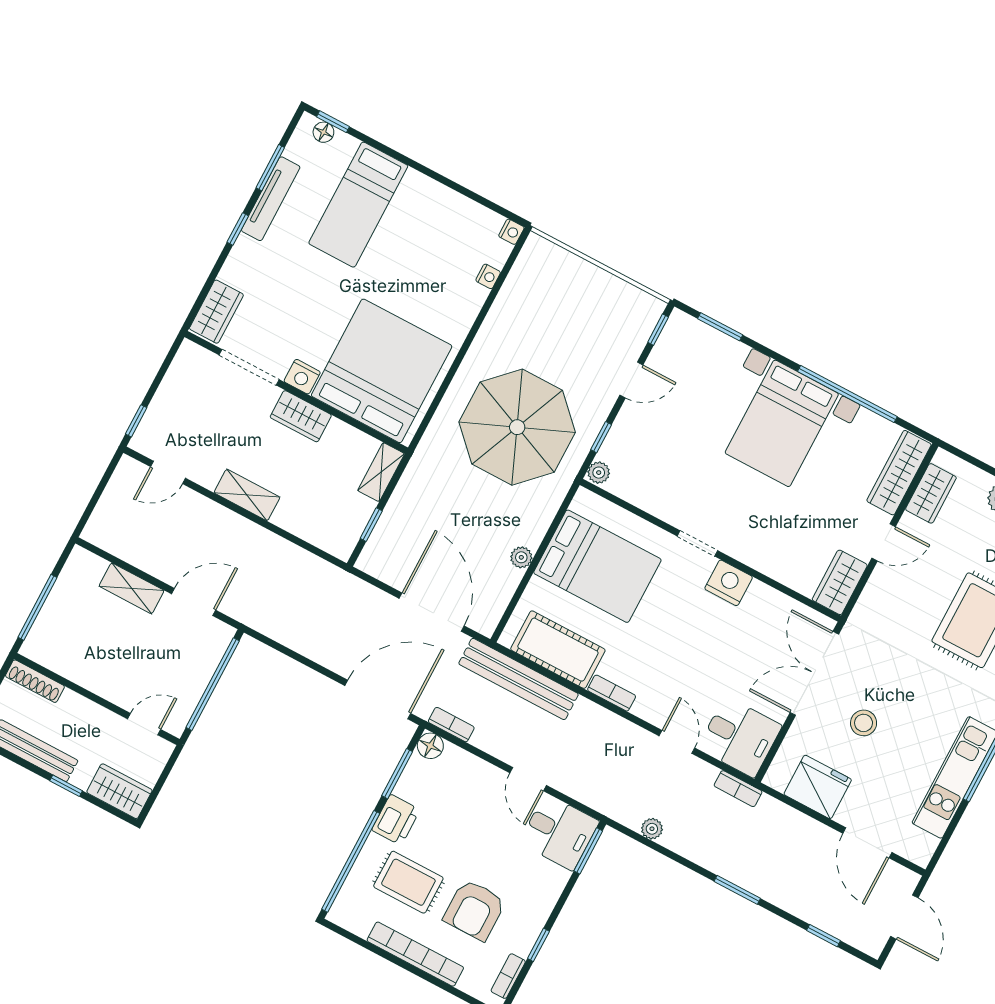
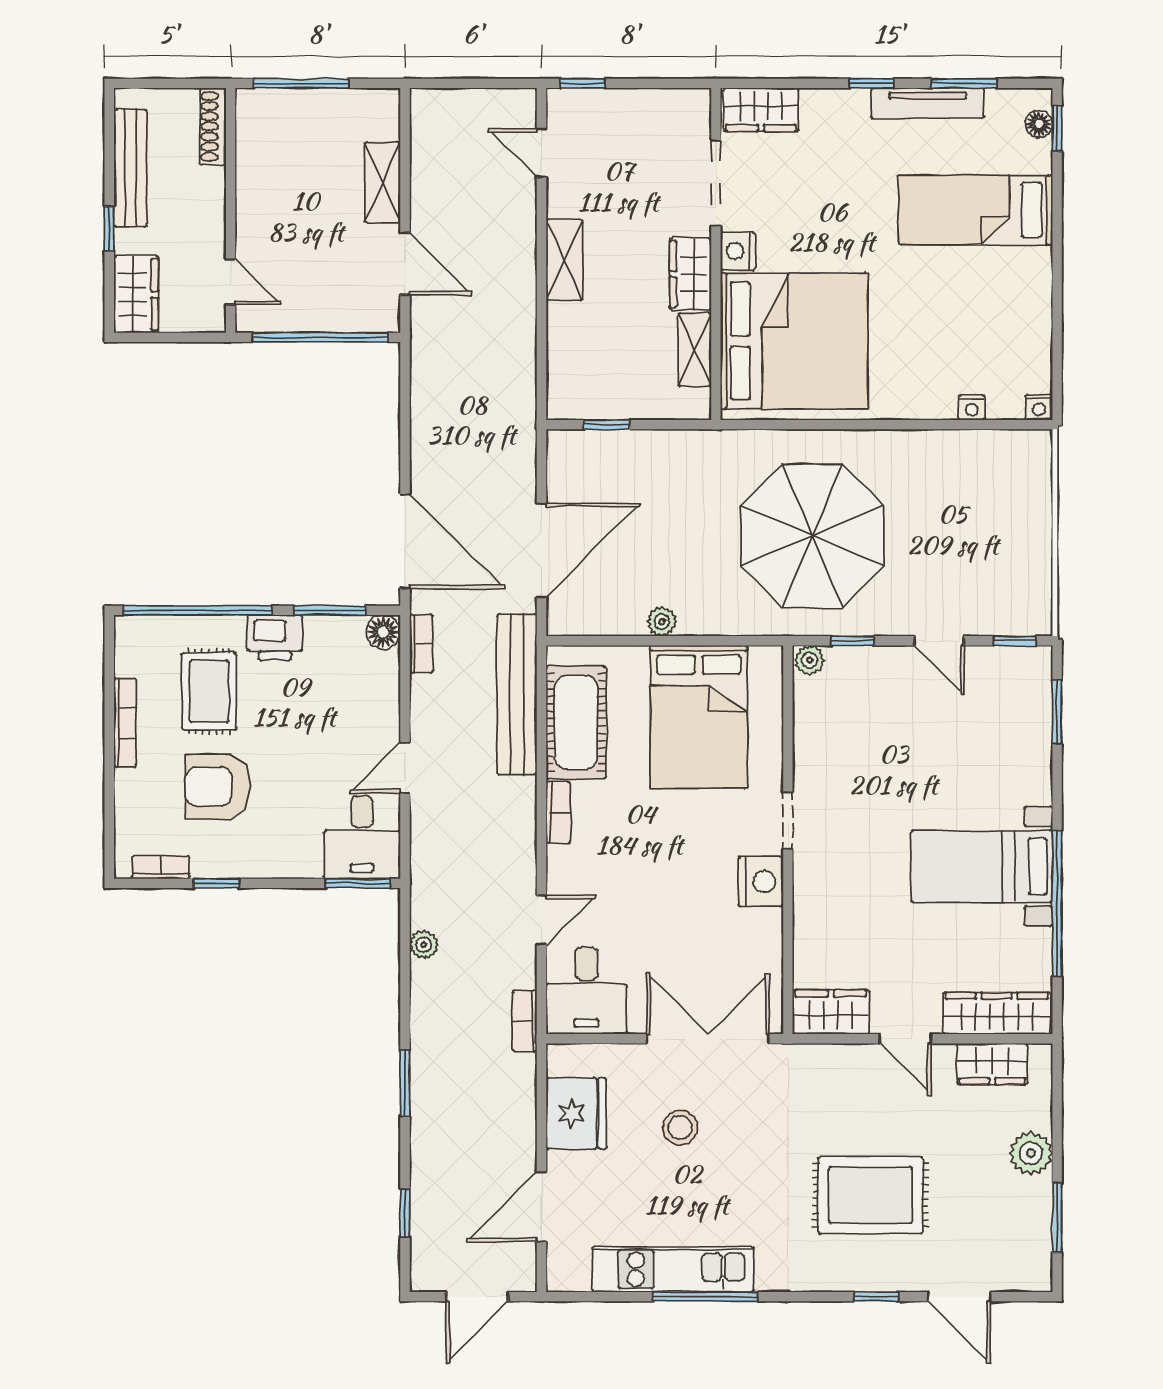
bed with nightstands: (782, 423) -> (982, 866), width x0.73
shelving: (381, 472) -> (695, 350), moved, turned 90
bookcase: (415, 954) -> (125, 723), width x0.68, depth x0.76

